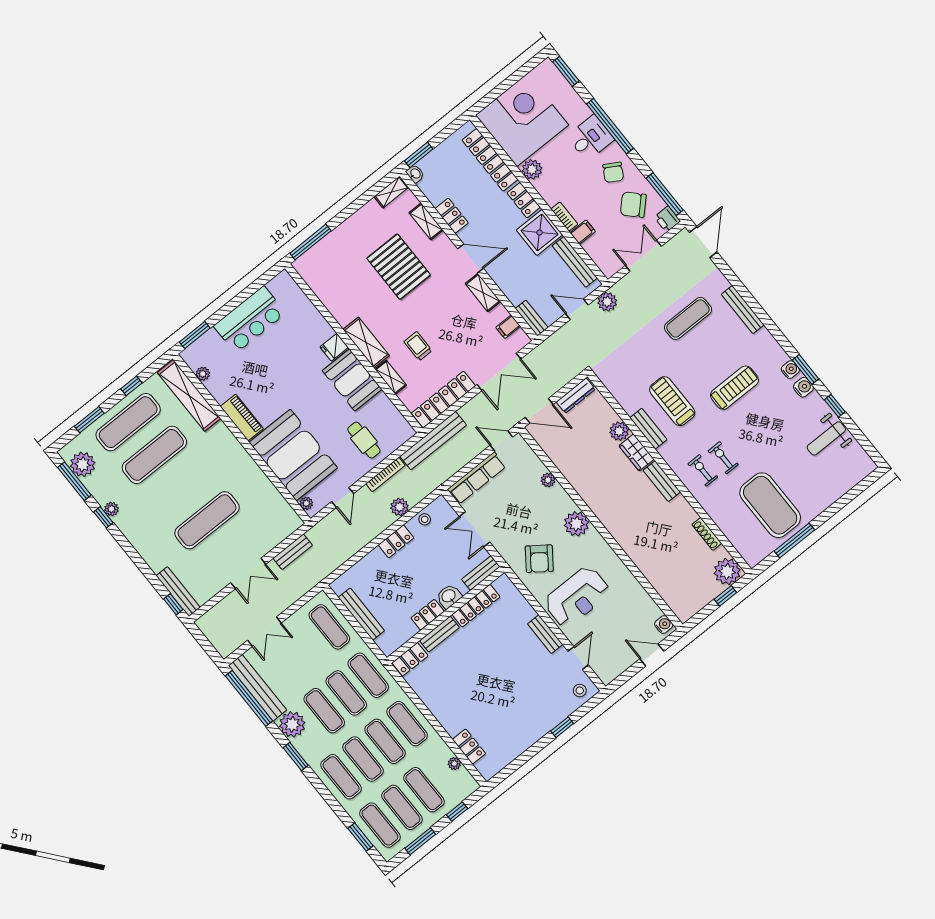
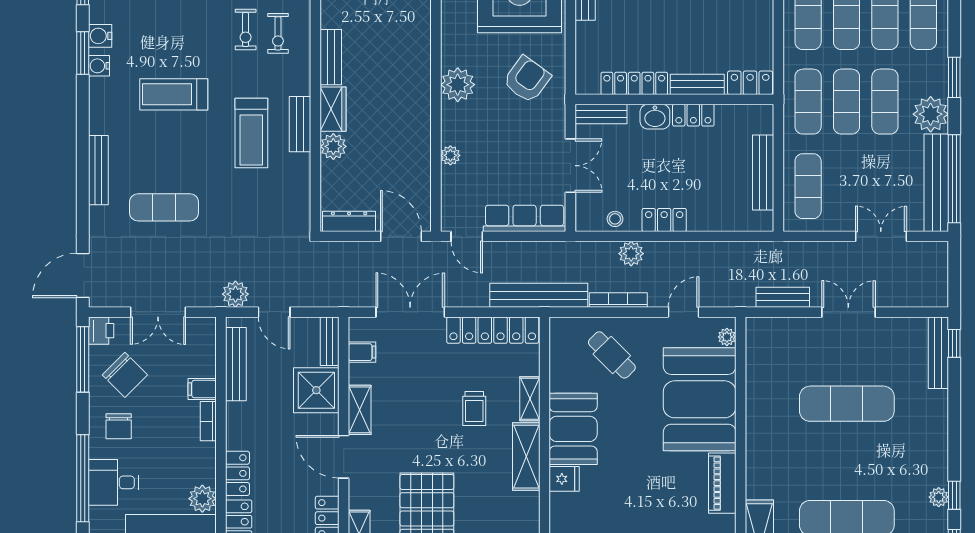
chair: (613, 172) -> (119, 426), turned 150
shower: (540, 232) -> (316, 390), moved
cafe table: (364, 440) -> (612, 355), turned -45

